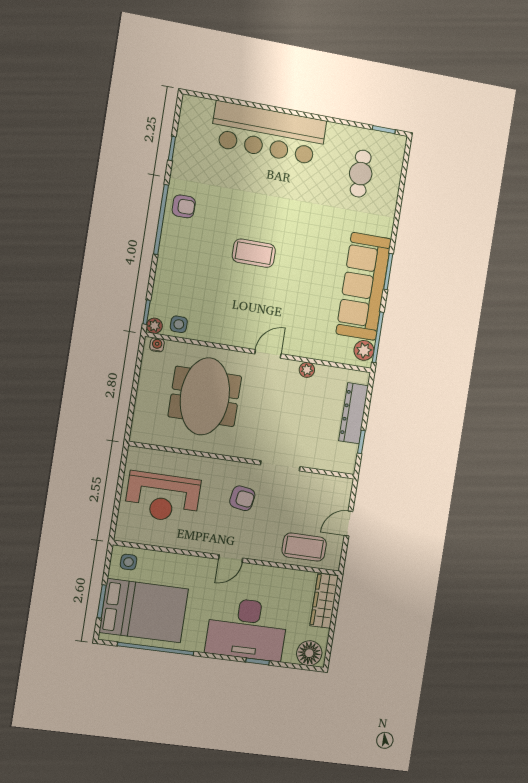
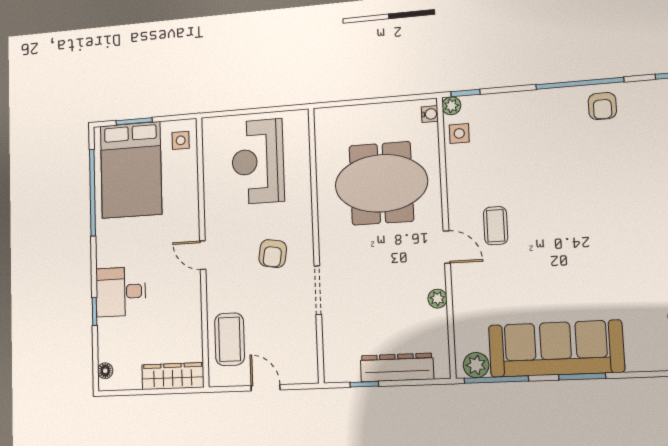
coffee table: (254, 253) -> (496, 226), moved, width x0.73, depth x0.77
desk: (247, 629) -> (121, 292), width x0.53, depth x0.77
floor lamp: (309, 653) -> (105, 371), width x0.53, depth x0.53

